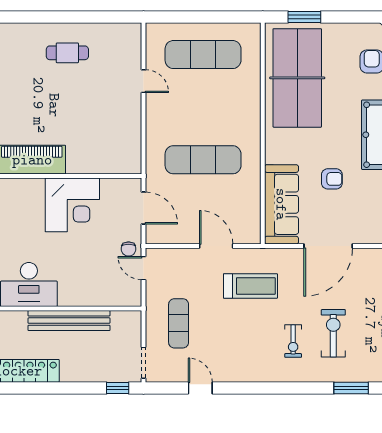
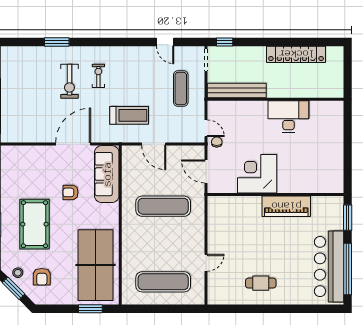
door: (143, 81) -> (206, 263), swing flipped
treadmill: (251, 286) -> (129, 115), turned 180
bench: (69, 321) -> (237, 91), moved

